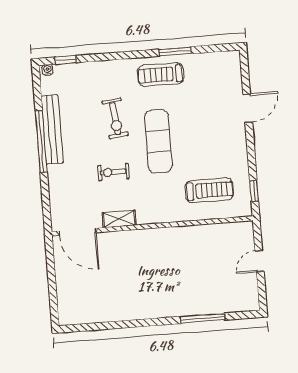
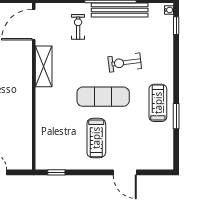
exercise bike: (113, 172) -> (78, 27), moved
treadmill: (209, 190) -> (96, 138), moved
shelving: (119, 219) -> (44, 66), width x1.50, depth x1.33

